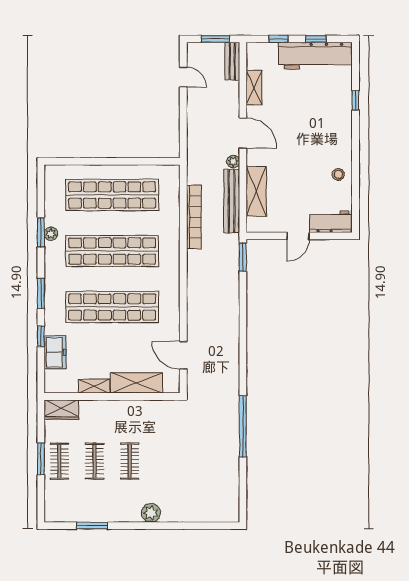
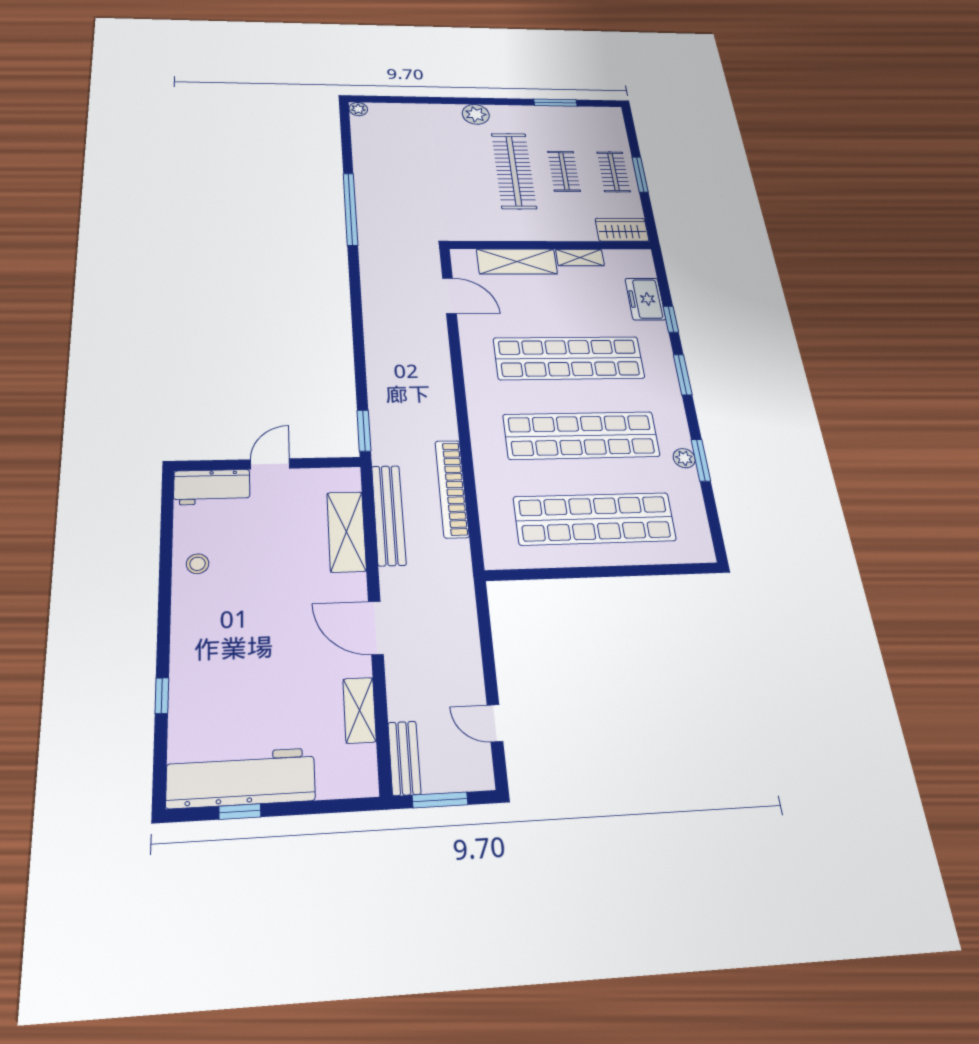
window: (278, 39) -> (316, 807), removed
plant: (233, 162) -> (358, 109), moved
clothes rail: (130, 461) -> (514, 171), width x1.86, depth x1.31

